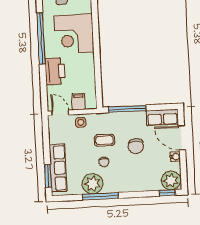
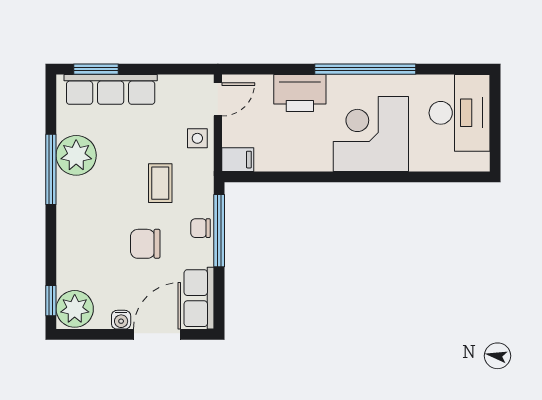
filing cabinet: (79, 102) -> (238, 160), moved
chair: (104, 162) -> (200, 228), moved

